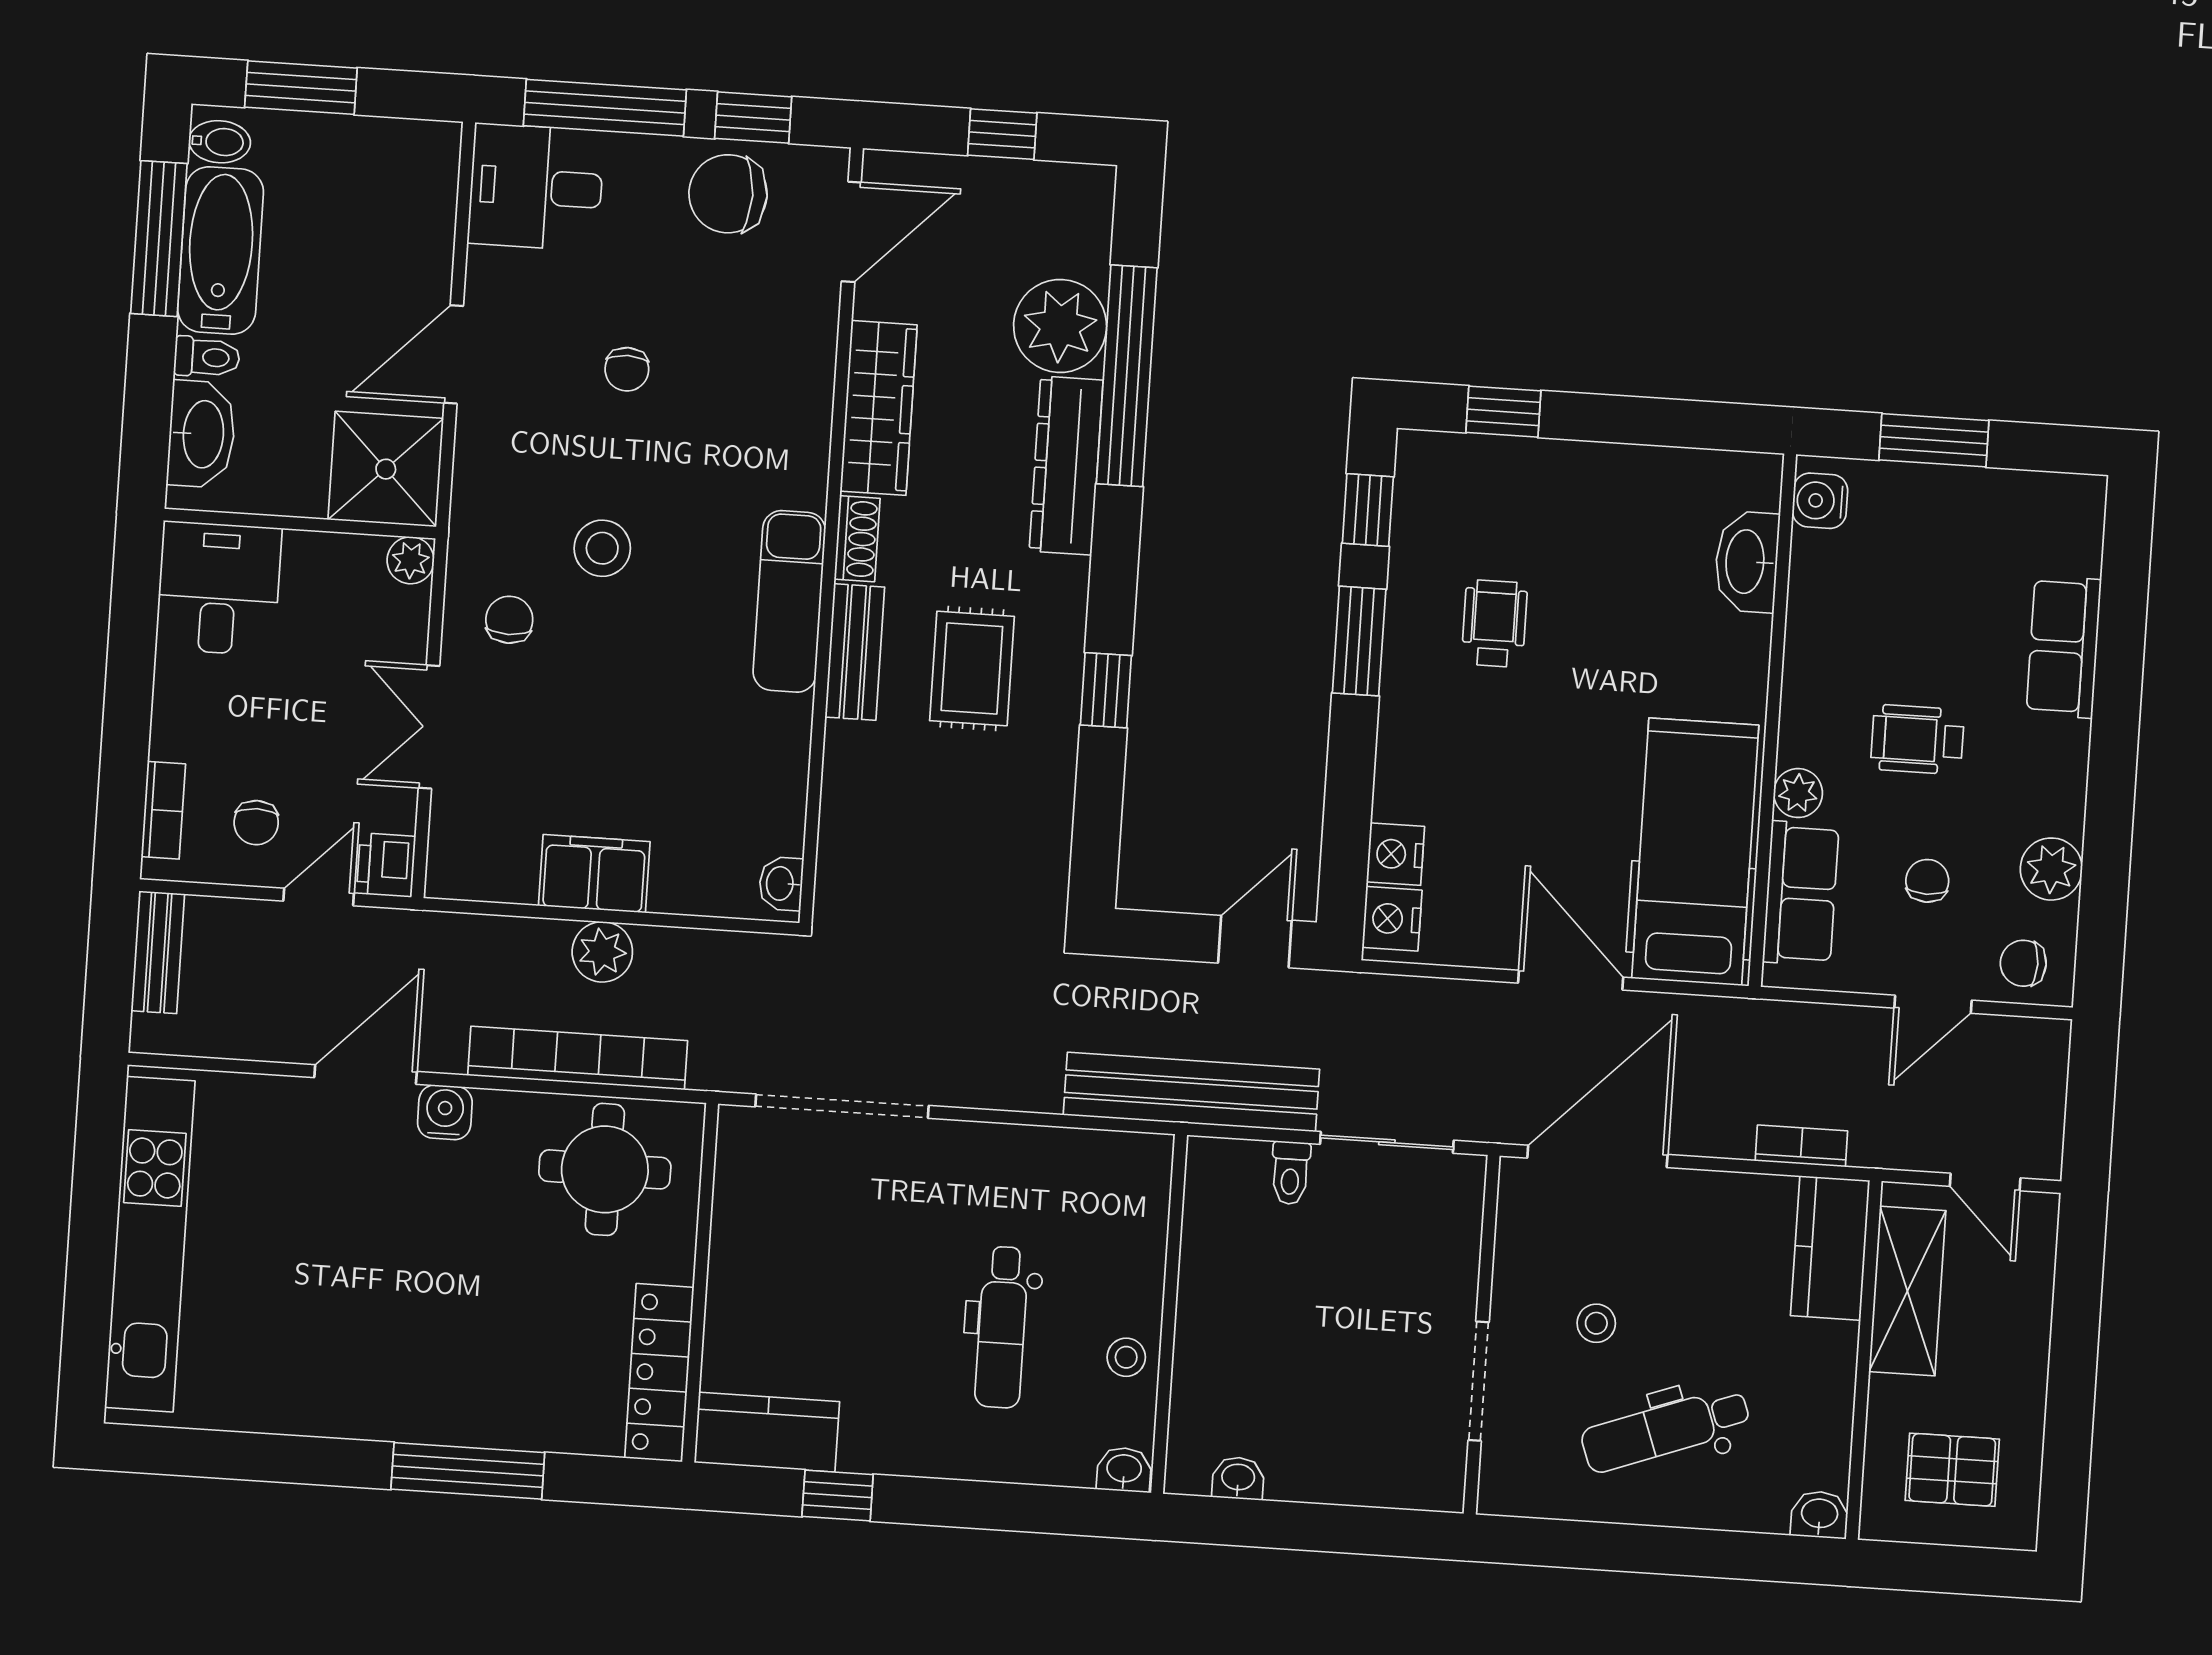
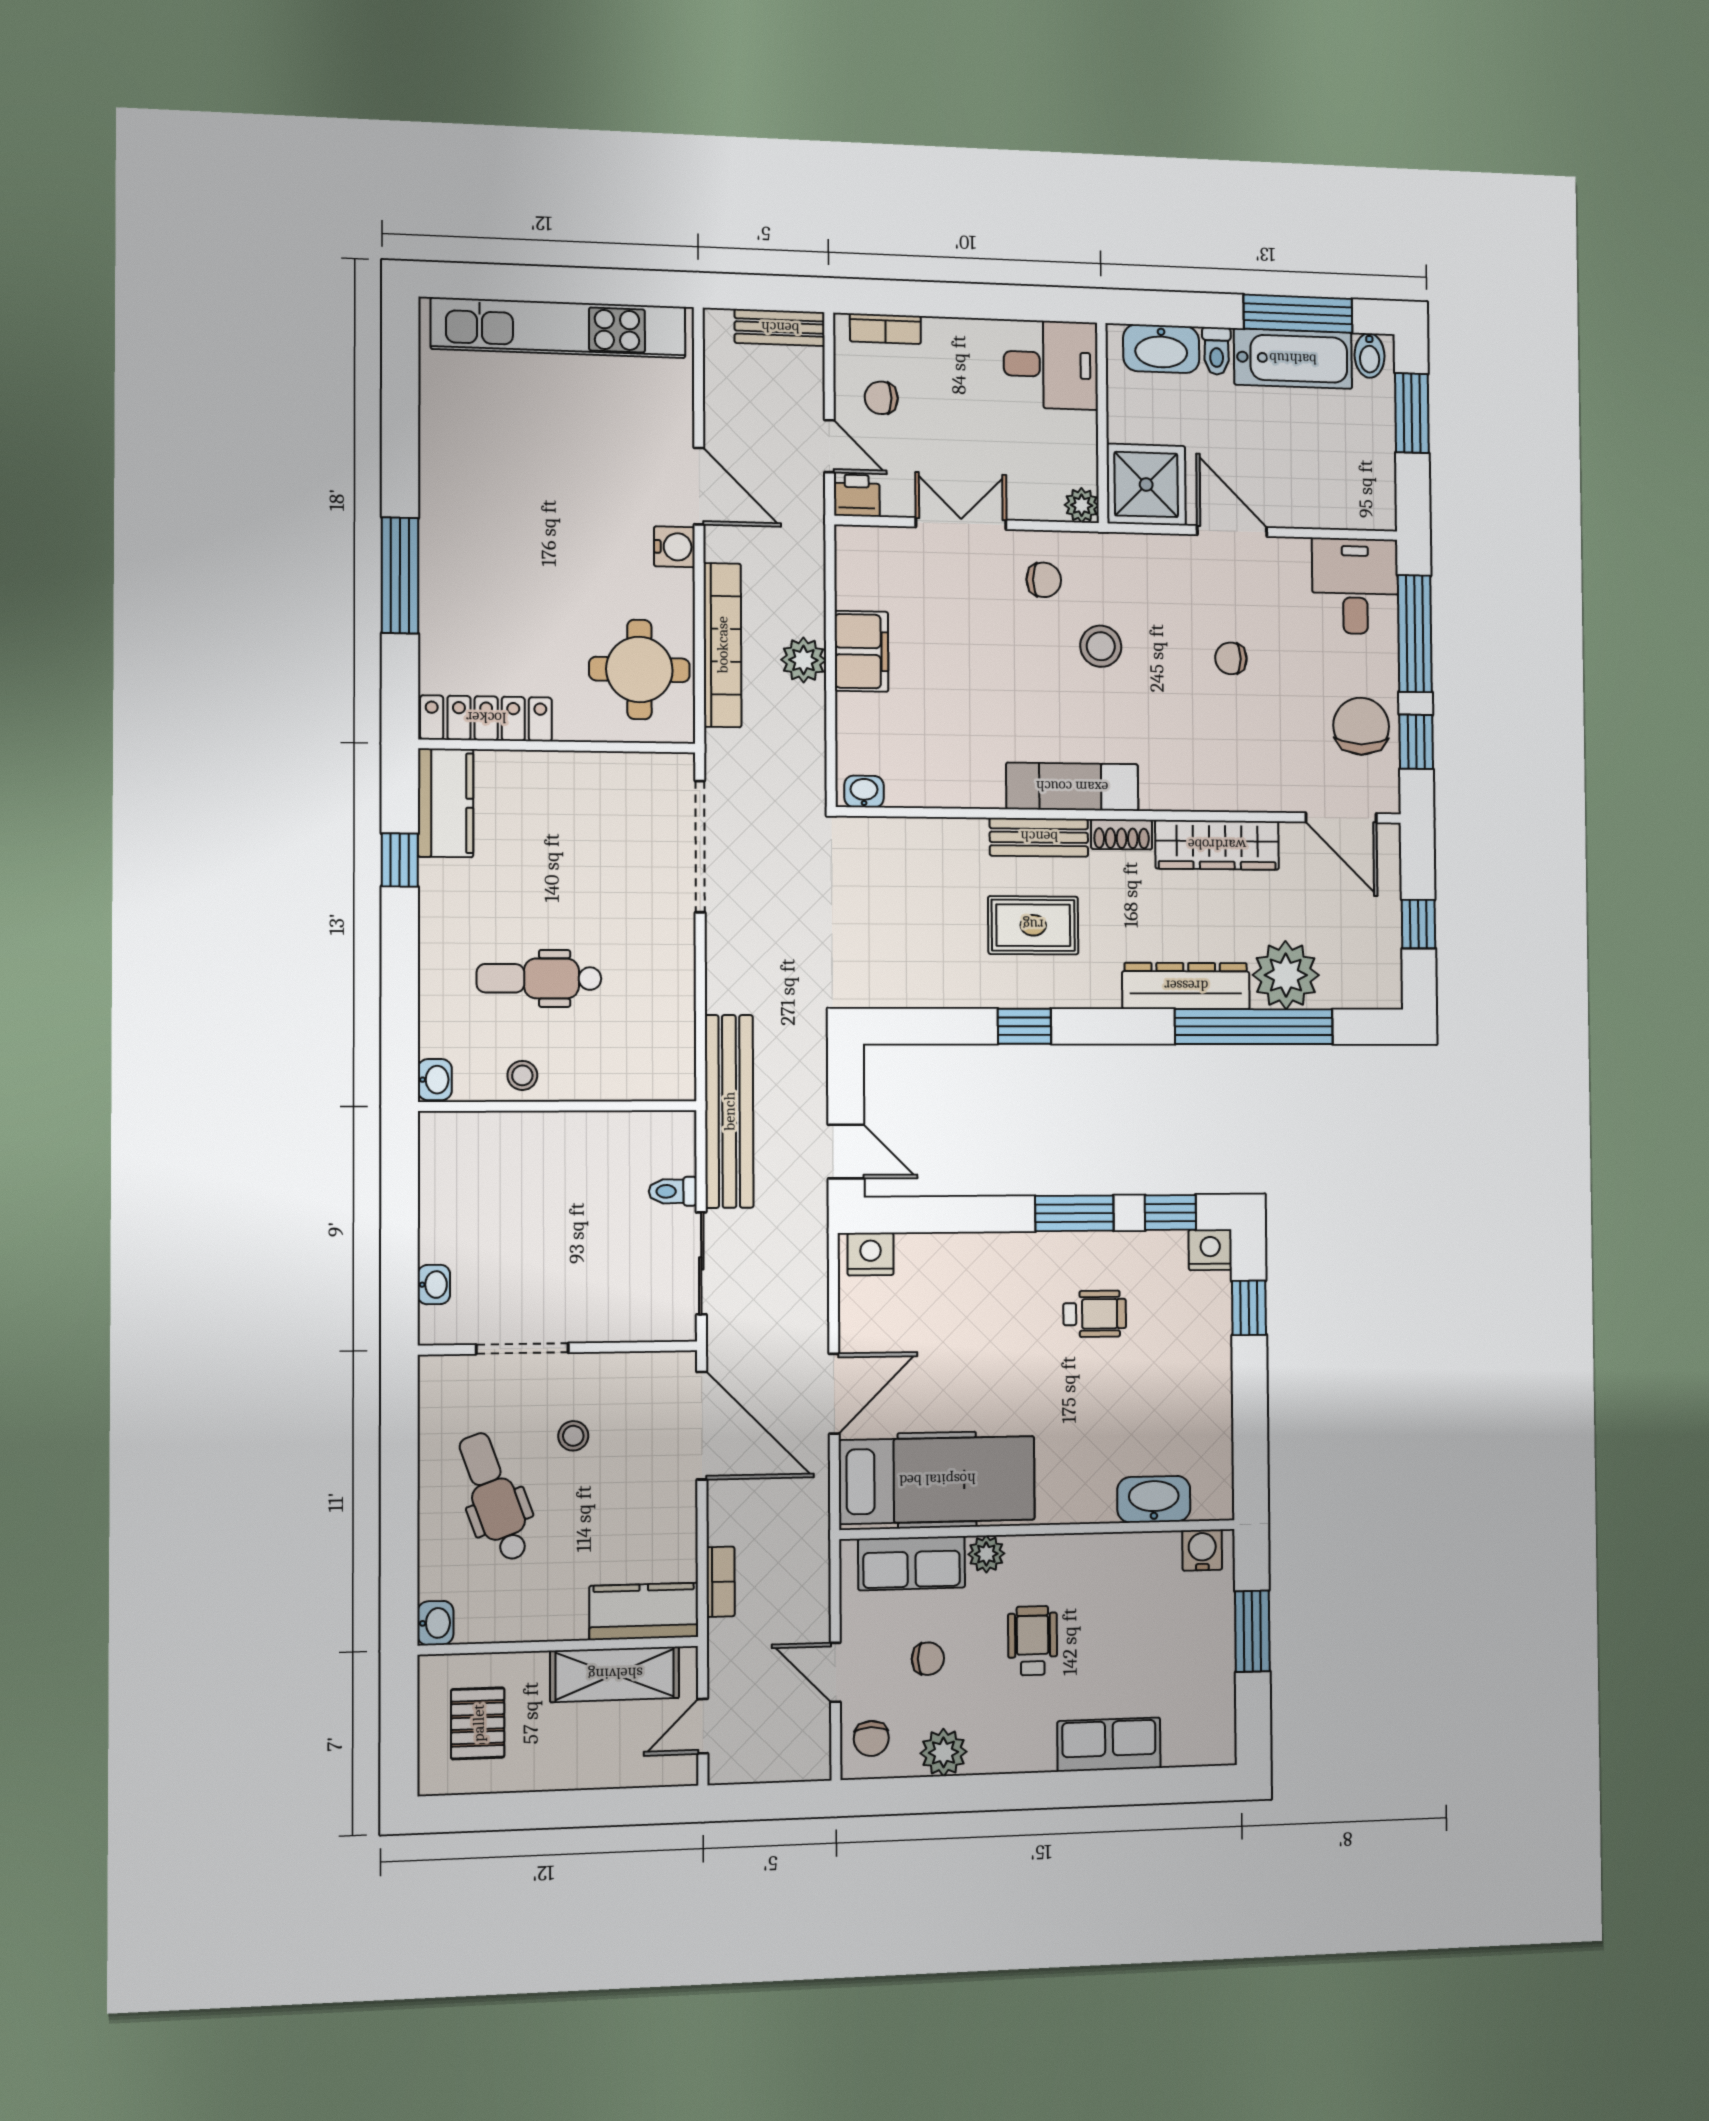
nightstand: (1395, 854) -> (1210, 1250), moved
chair: (2023, 963) -> (871, 1738), turned 180
washbasin: (1238, 1478) -> (434, 1285), moved

